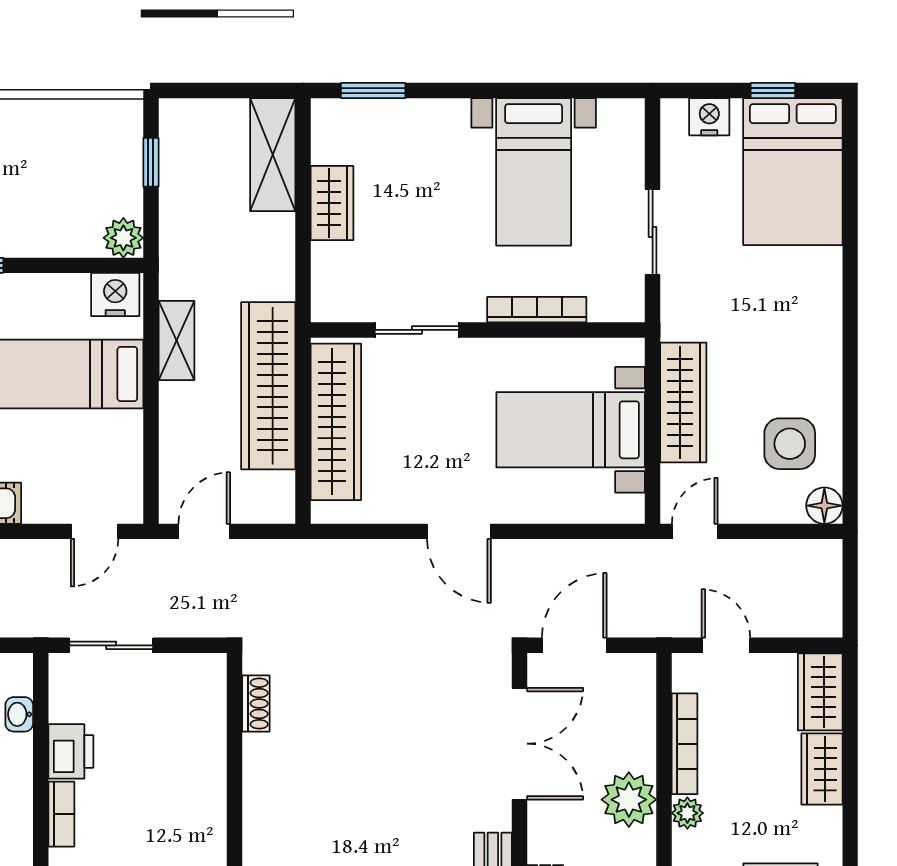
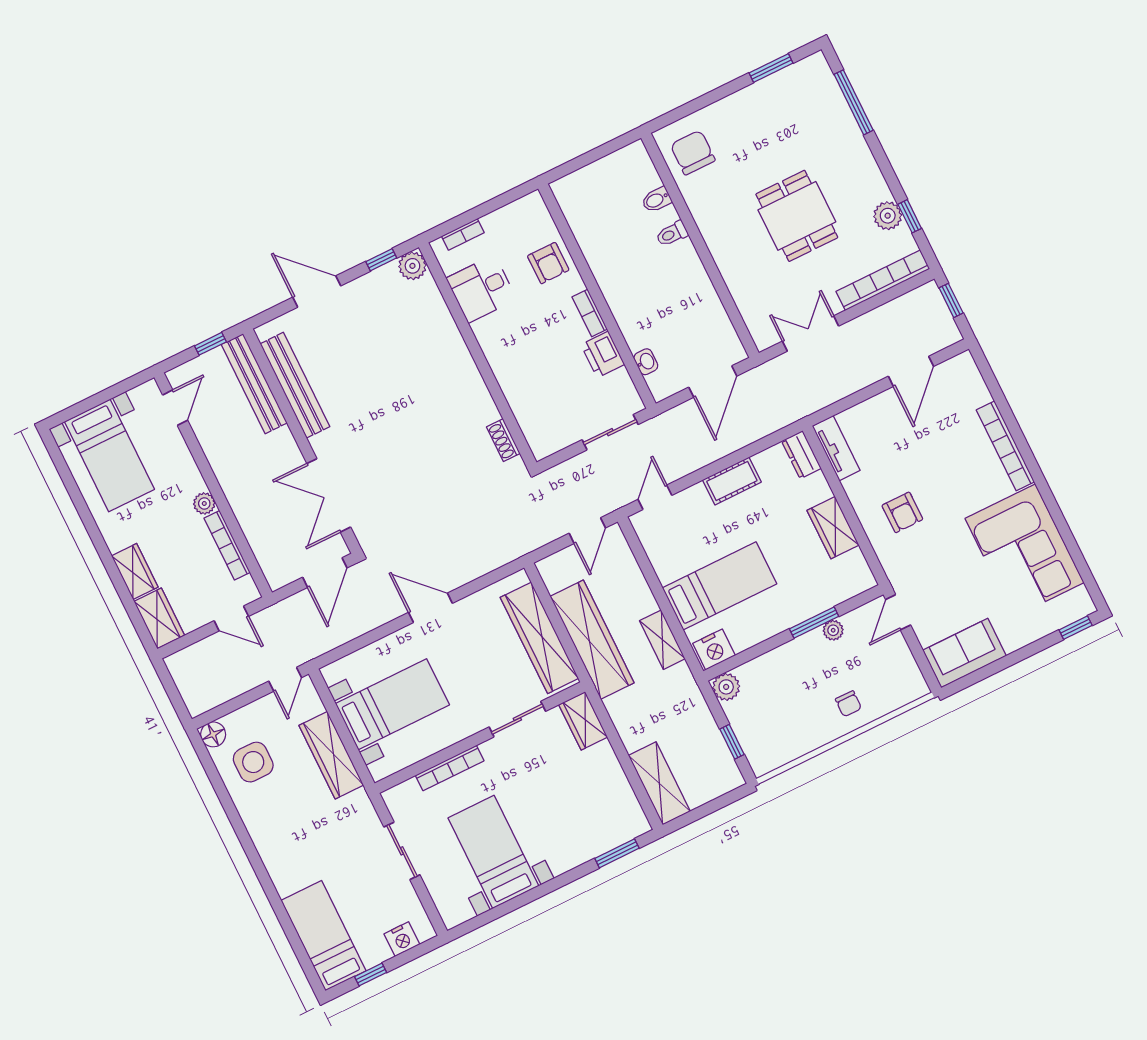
bed: (793, 172) -> (324, 936), width x0.67
wardrobe: (332, 203) -> (583, 721), moved
plant: (629, 800) -> (244, 494), removed

